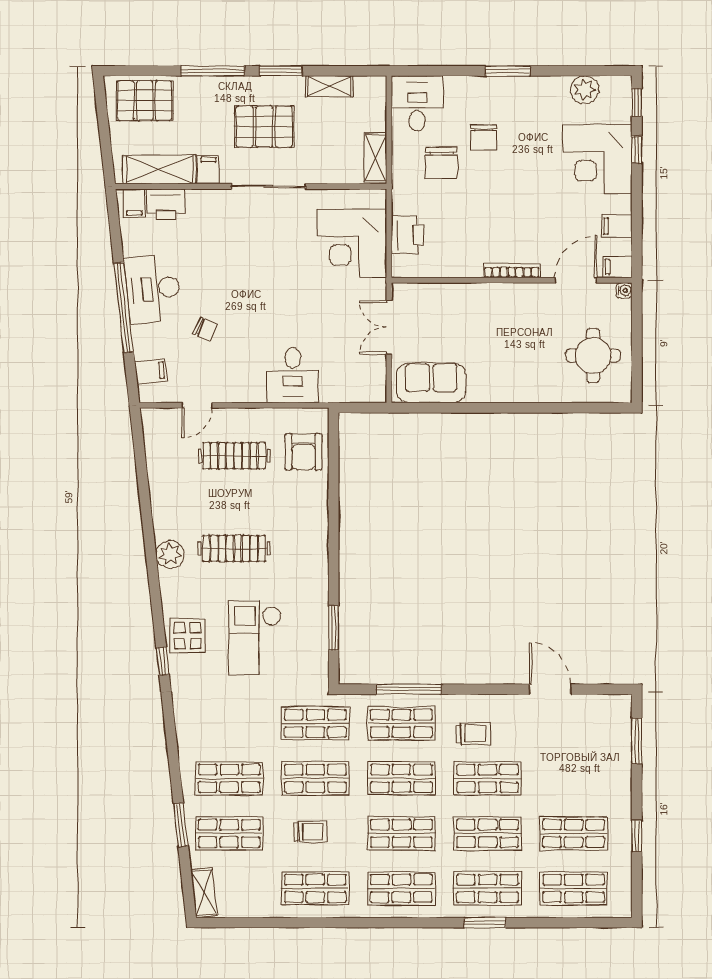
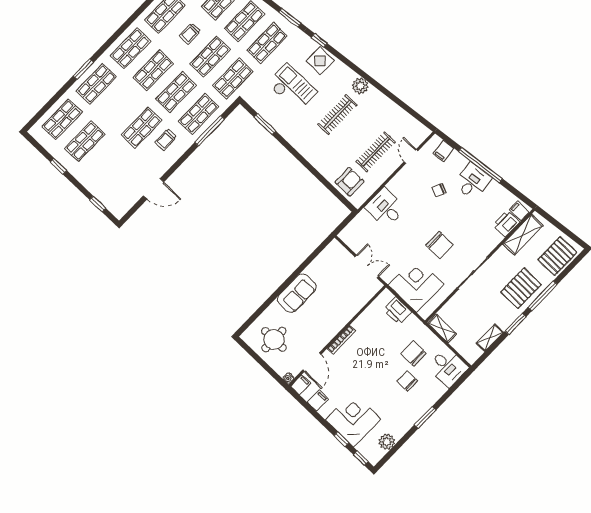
pallet: (264, 127) -> (521, 288), moved
filing cabinet: (208, 170) -> (504, 255), removed
chair: (274, 262) -> (439, 245), added
desk: (153, 289) -> (472, 181), width x0.73
sofa: (431, 383) -> (297, 293), moved
armchair: (303, 452) -> (350, 182), turned 90
window: (170, 726) -> (290, 18), added
window: (637, 741) -> (98, 204), width x0.67
shop shelf: (487, 833) -> (267, 43), moved

